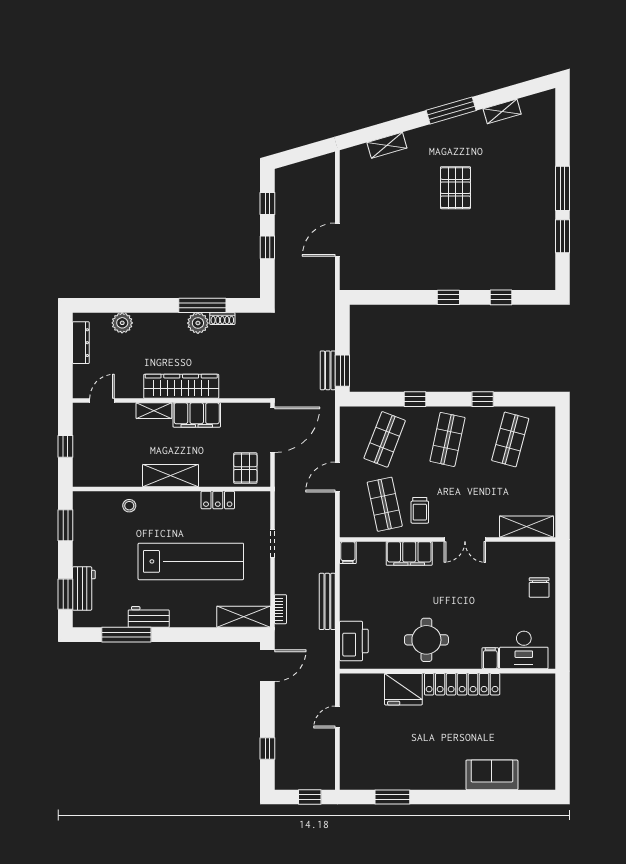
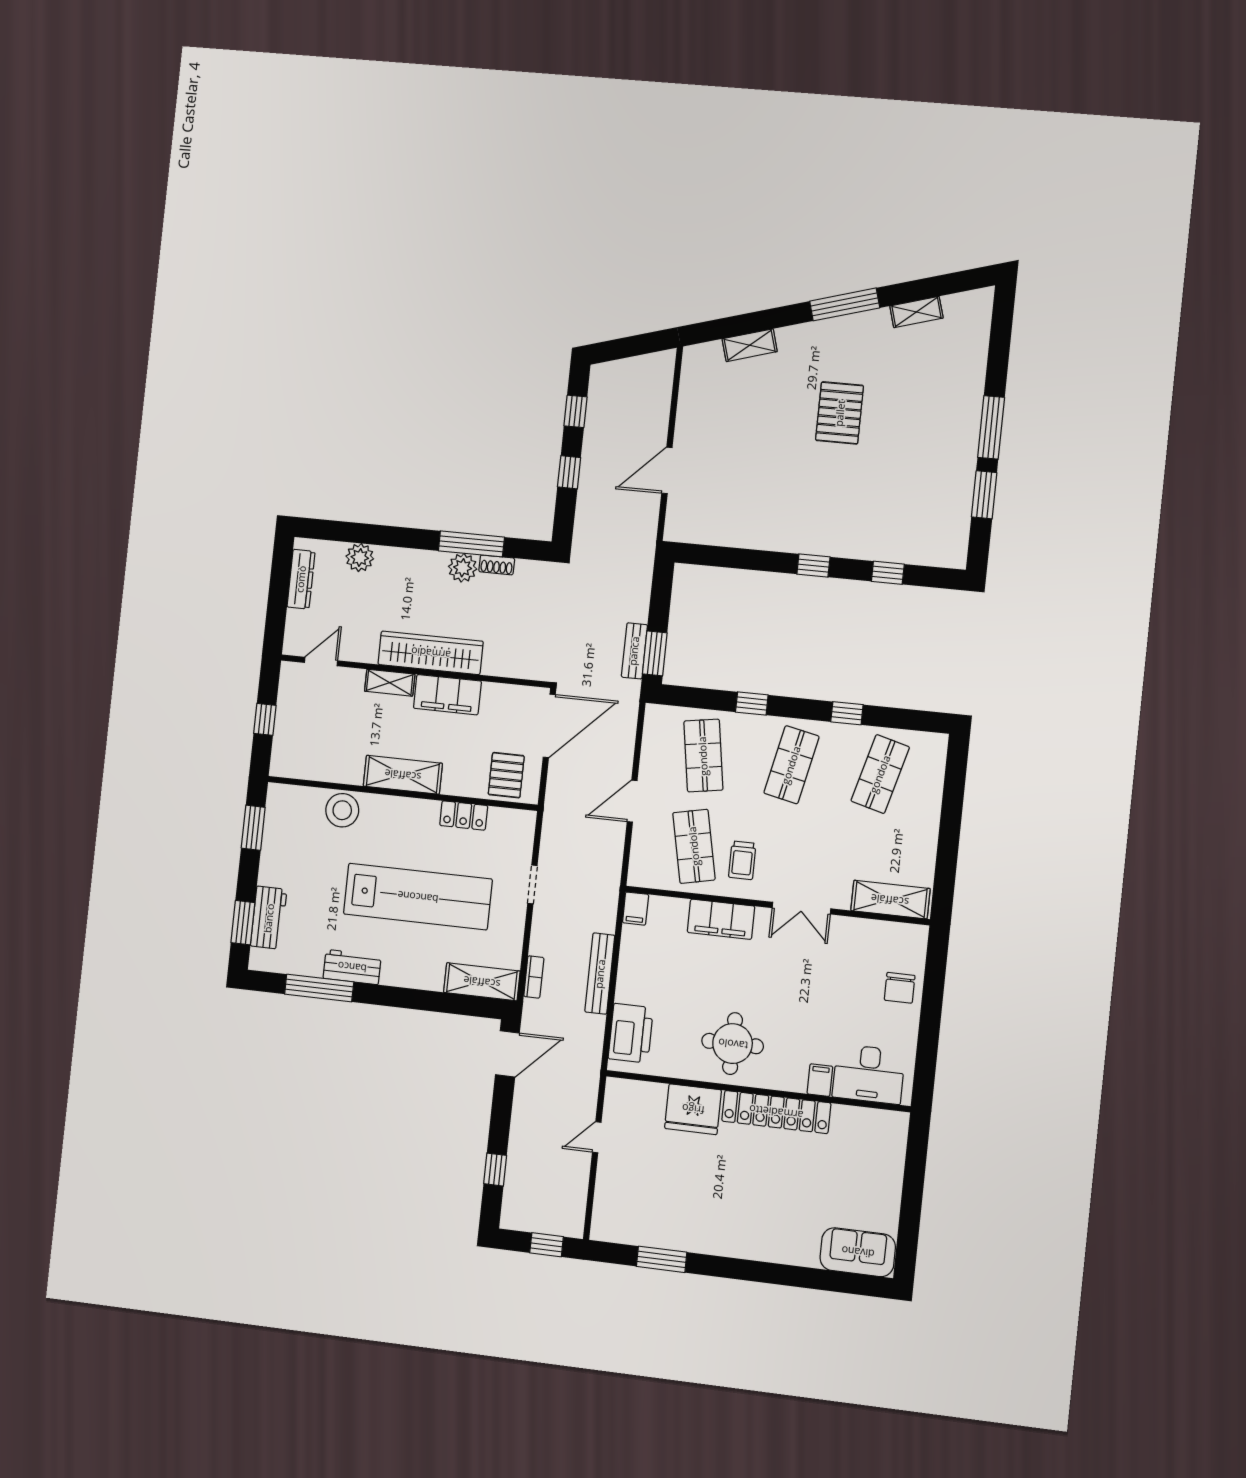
shop shelf: (385, 439) -> (703, 756), turned -30
stool: (129, 506) -> (342, 810), width x1.89, depth x1.89
sofa: (492, 775) -> (858, 1252), moved

